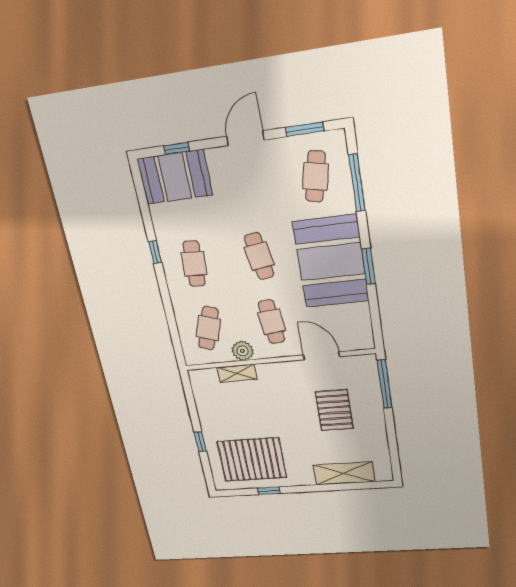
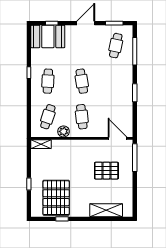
booth: (331, 262) -> (117, 88), removed
door: (321, 356) -> (118, 138), moved
shelving: (237, 373) -> (41, 144), moved
pallet: (334, 410) -> (106, 171), turned 90
pallet: (252, 459) -> (56, 198), turned 90

